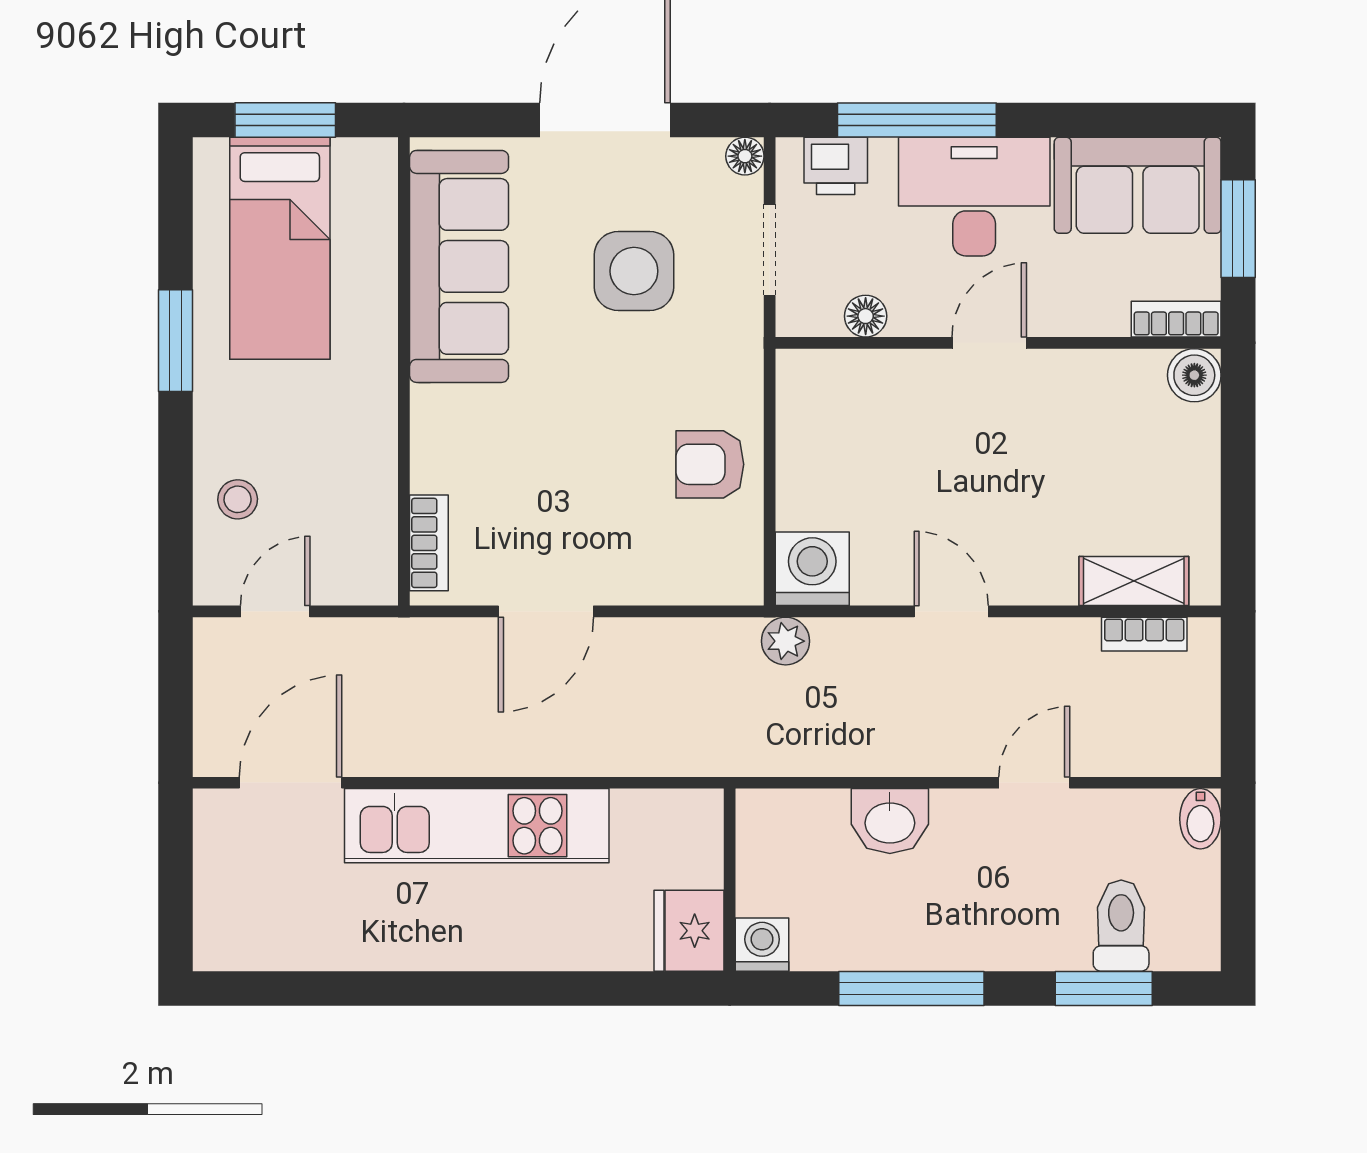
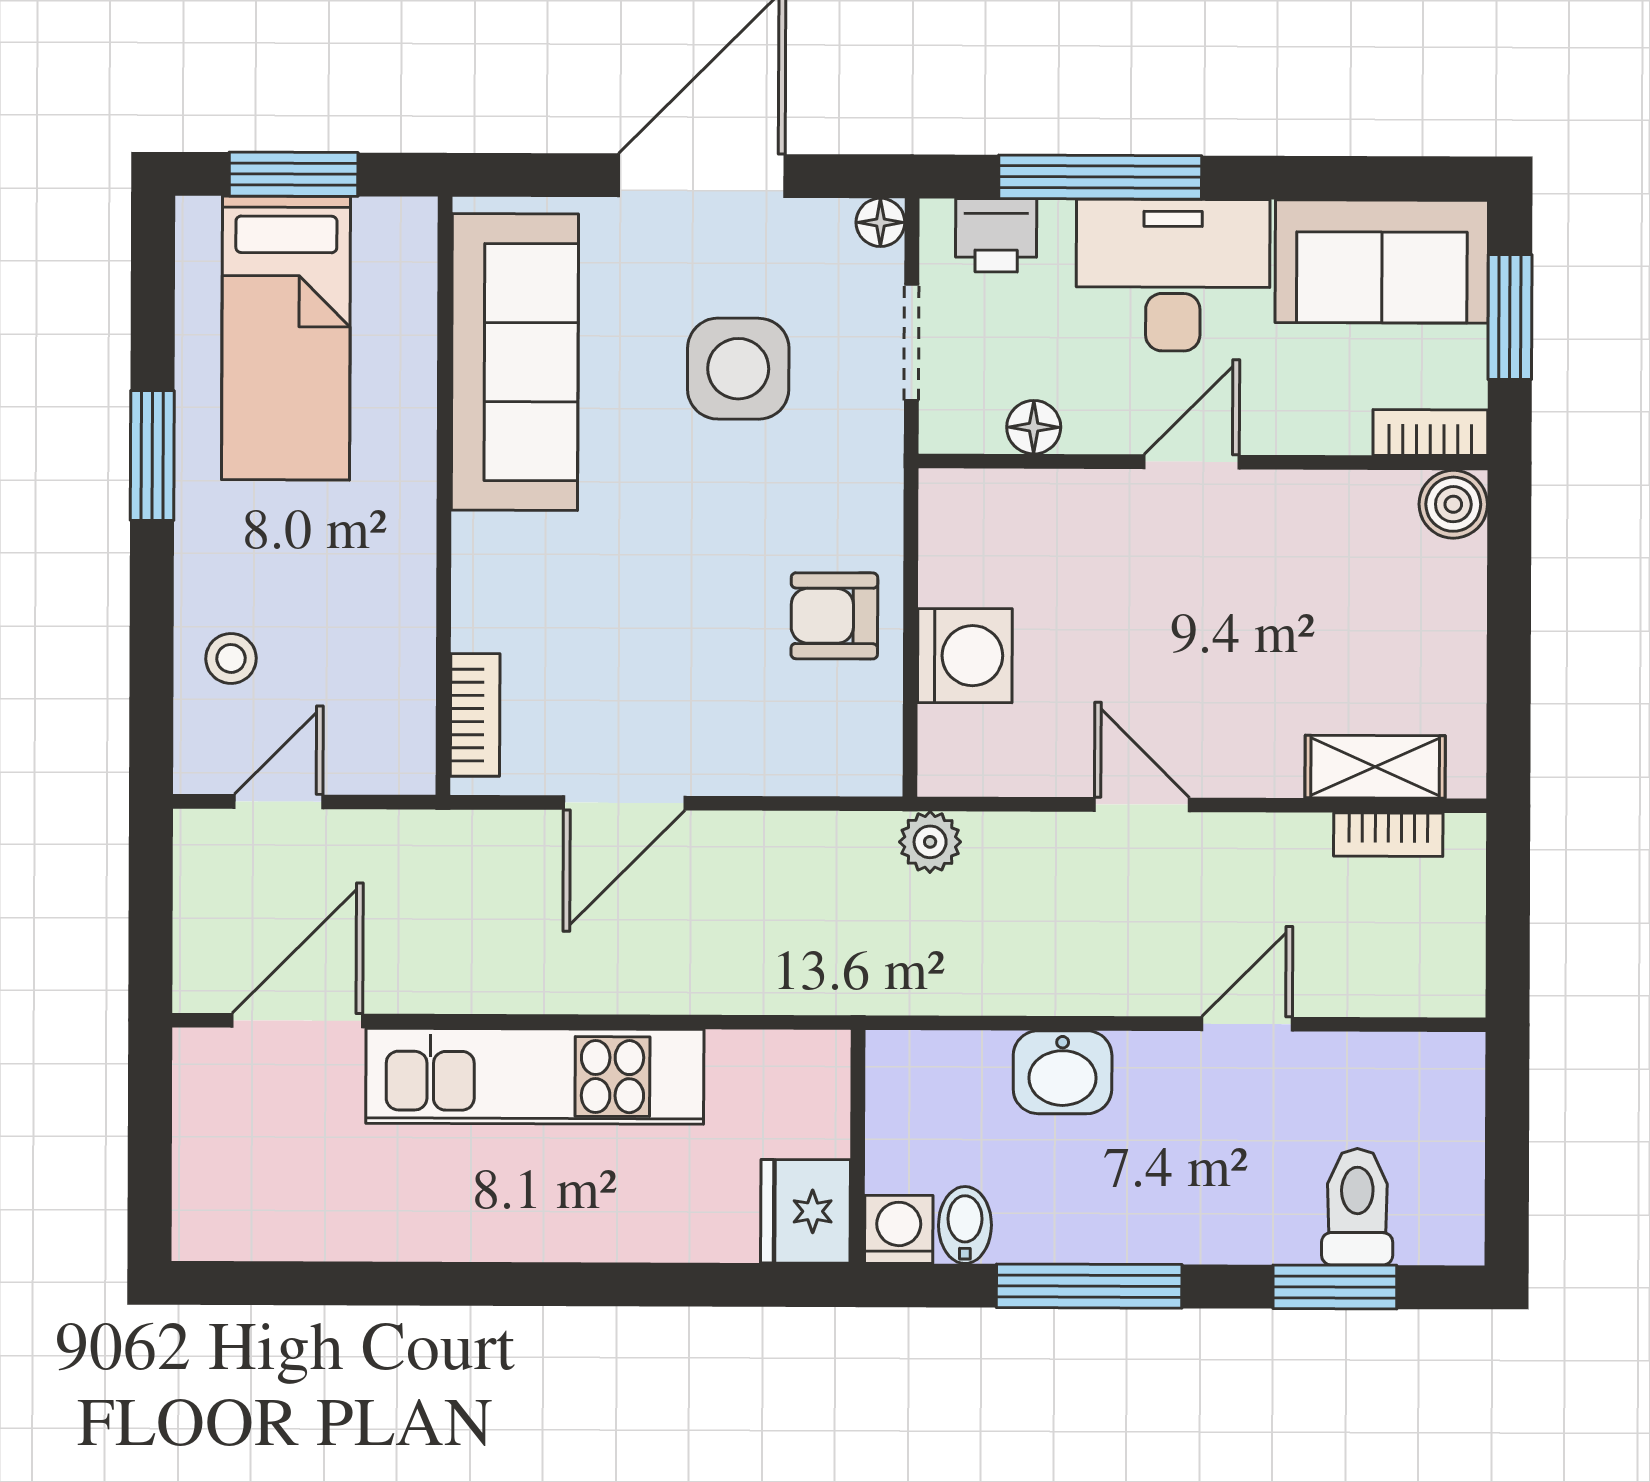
washing machine: (812, 569) -> (965, 656), moved, turned 90
bidet: (1200, 819) -> (965, 1225), moved, turned 180

